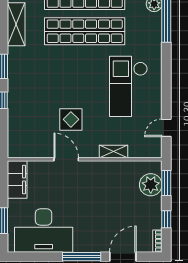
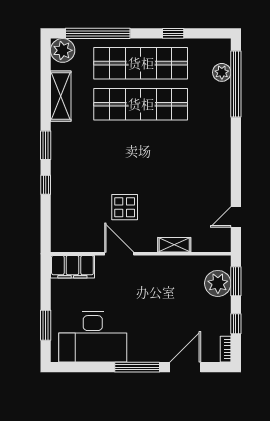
checkout: (128, 86) -> (192, 169), removed
filing cabinet: (17, 179) -> (72, 267), moved, turned 90

